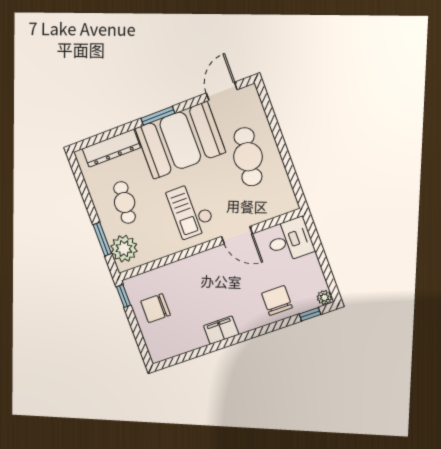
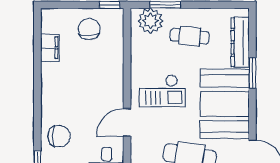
window: (158, 116) -> (252, 73), moved
checkout: (191, 210) -> (162, 91), turned 180
filing cabinet: (221, 330) -> (50, 48), moved

